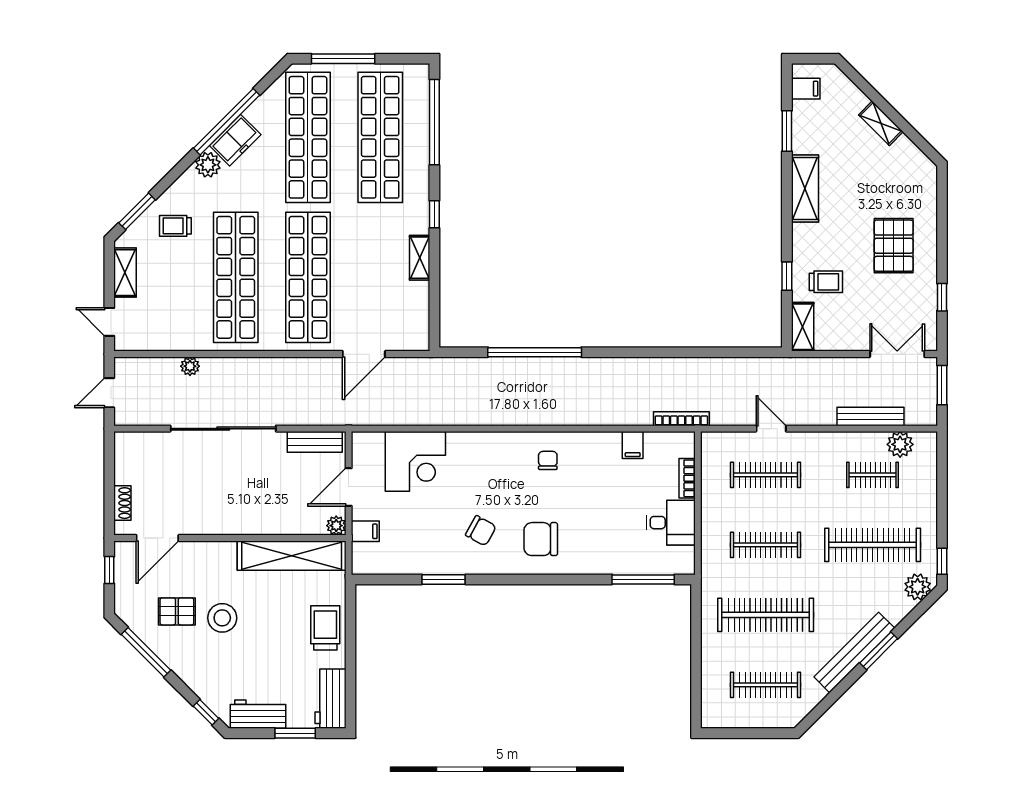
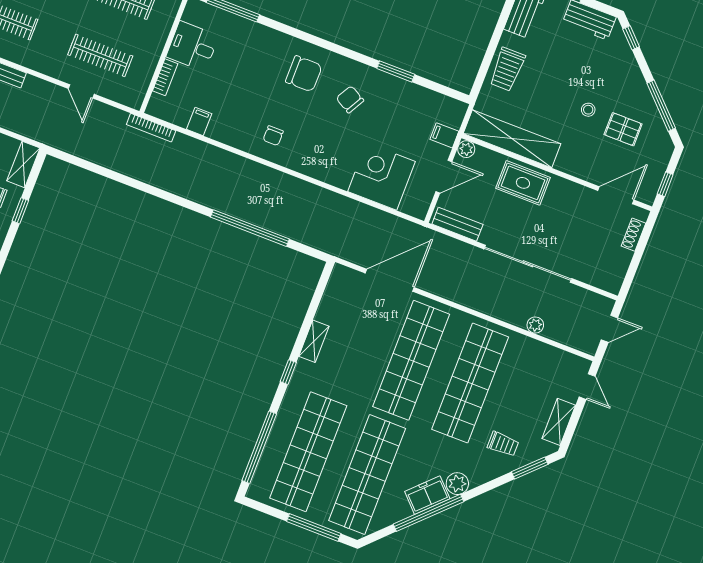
door: (364, 354) -> (390, 280), width x1.36
rug: (262, 513) -> (523, 183), added
stool: (222, 618) -> (588, 110), width x0.53, depth x0.53

